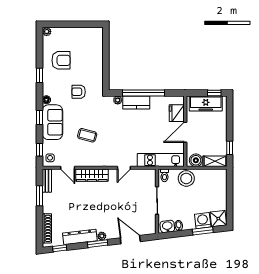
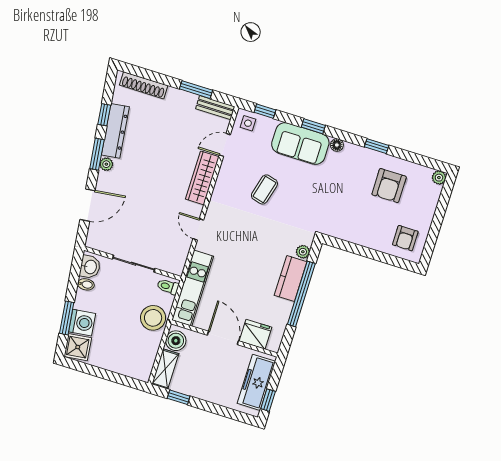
armchair: (79, 92) -> (405, 238), moved, turned 180
window: (60, 248) -> (104, 115), moved

